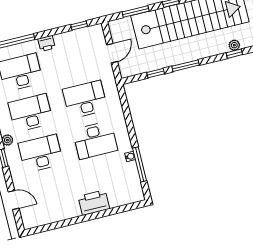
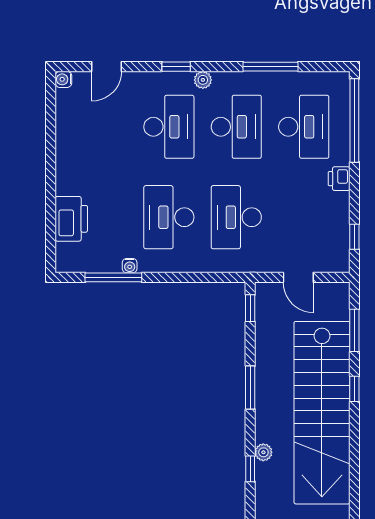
plant: (234, 45) -> (263, 452), moved
window: (156, 73) -> (250, 308), moved
desk: (85, 99) -> (236, 217), turned 180
printer: (94, 203) -> (71, 219), moved
water cooler: (28, 224) -> (63, 79), added

